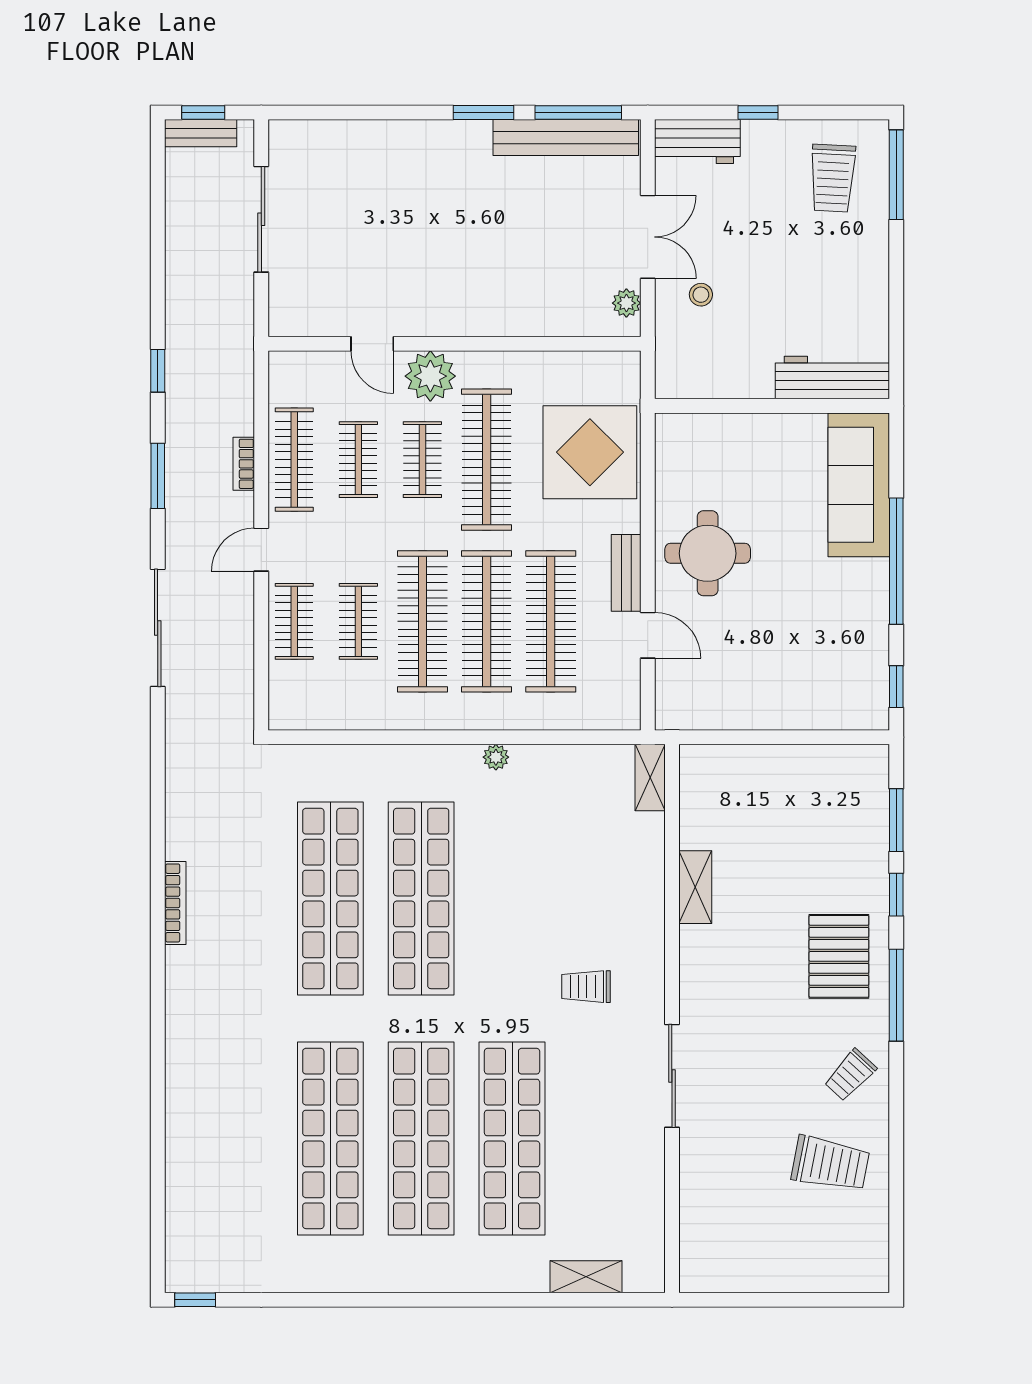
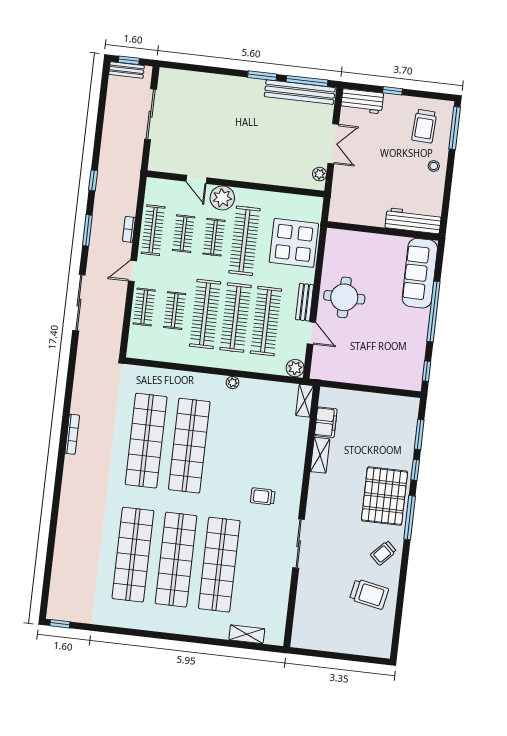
stool: (701, 295) -> (434, 166), moved
plant: (622, 712) -> (295, 368), added
filing cabinet: (699, 817) -> (326, 422), added
pallet: (839, 956) -> (384, 496), width x1.37, depth x1.41

